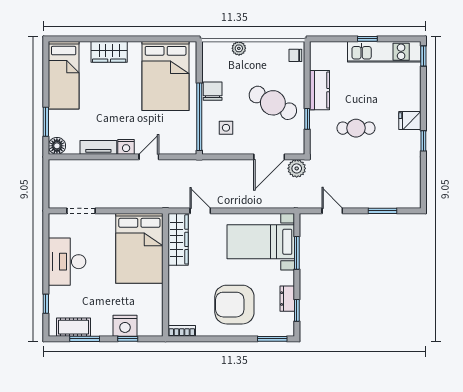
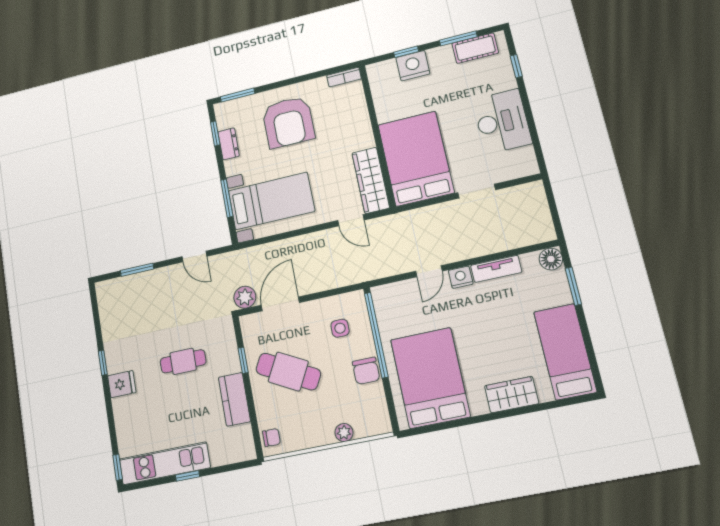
doorway: (81, 211) -> (477, 191), moved
armchair: (234, 305) -> (288, 122), turned 90

